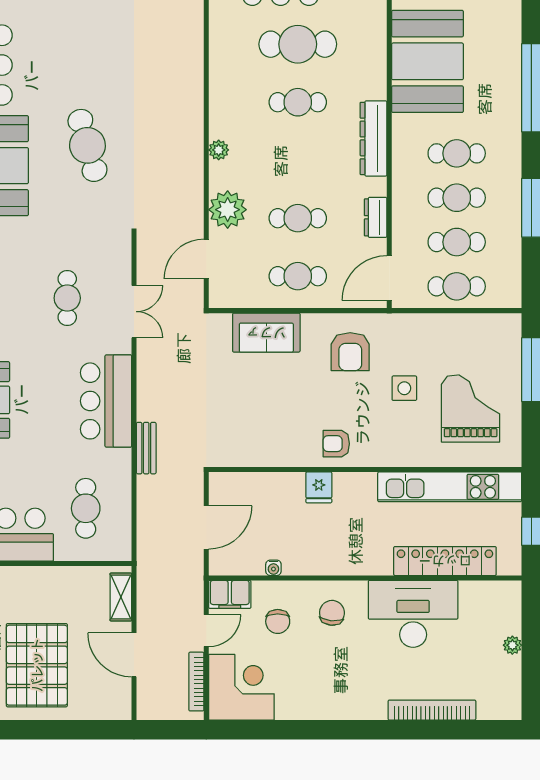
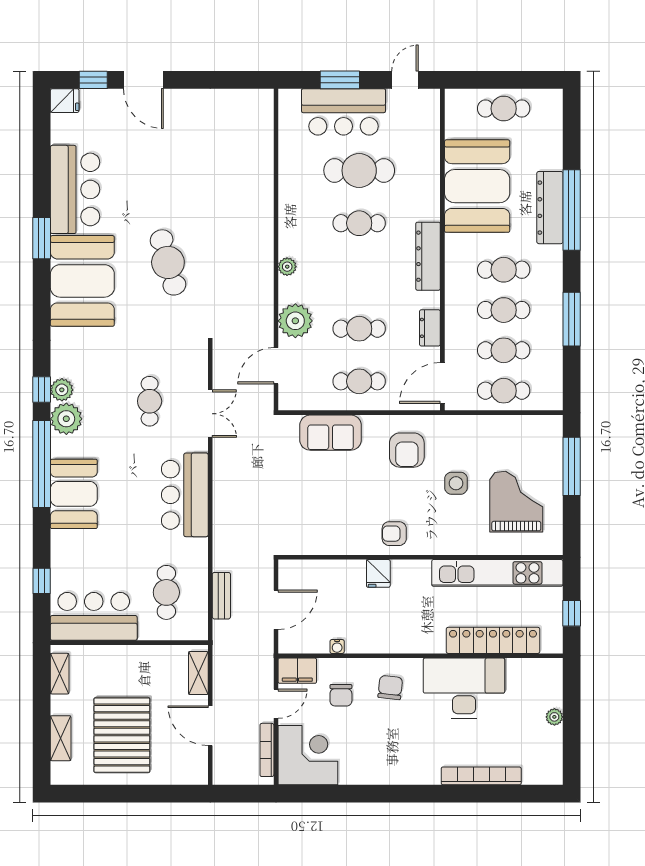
dresser: (508, 85) -> (550, 208), added
bench: (146, 448) -> (221, 596), moved

